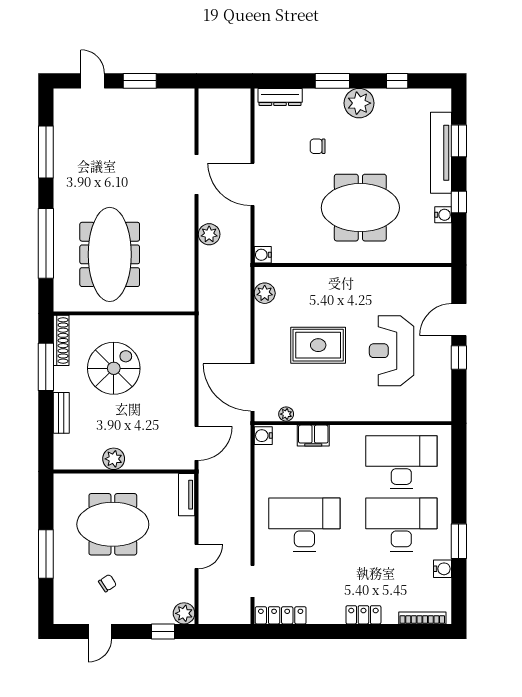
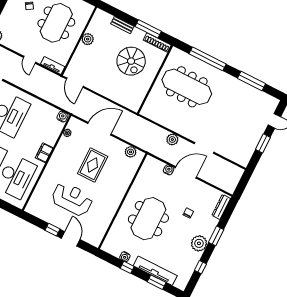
water cooler: (263, 255) -> (169, 170), moved
door: (252, 387) -> (99, 129), moved
filing cabinet: (313, 436) -> (44, 153), moved
door: (197, 557) -> (30, 60), moved

